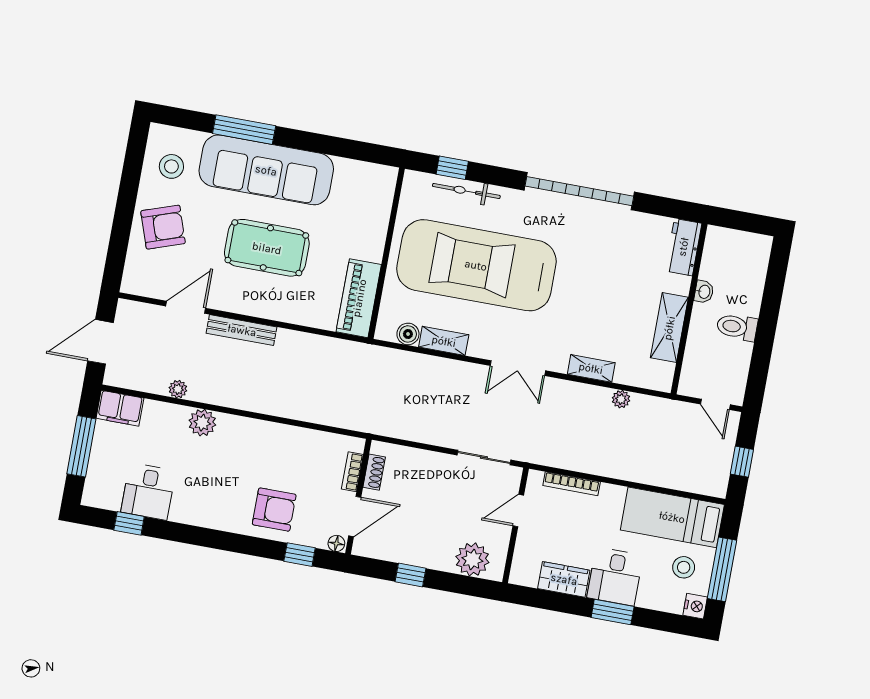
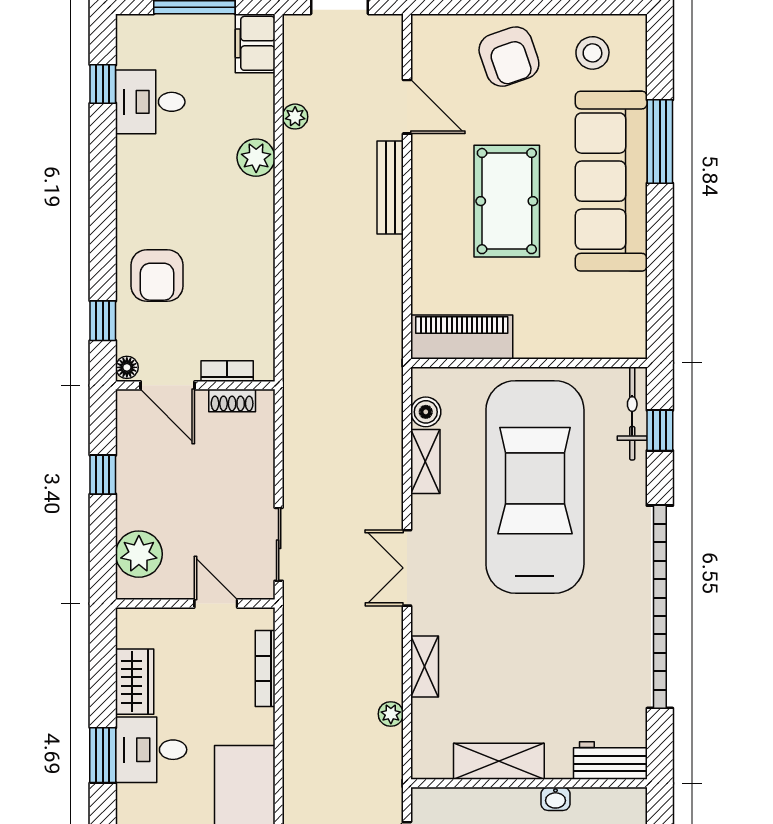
bicycle: (466, 191) -> (632, 413), moved
garage door: (579, 191) -> (660, 607), width x1.36

